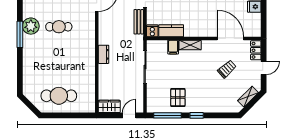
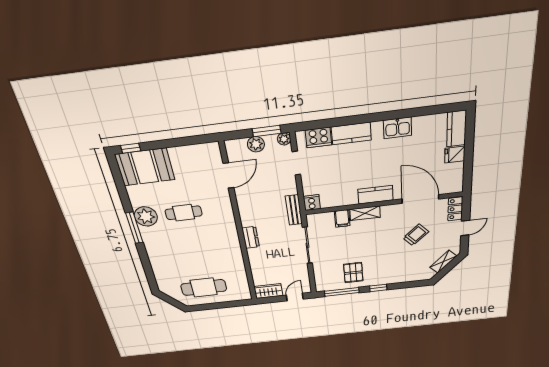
bench: (139, 22) -> (294, 210), moved
kitchen counter: (171, 31) -> (375, 195), moved

